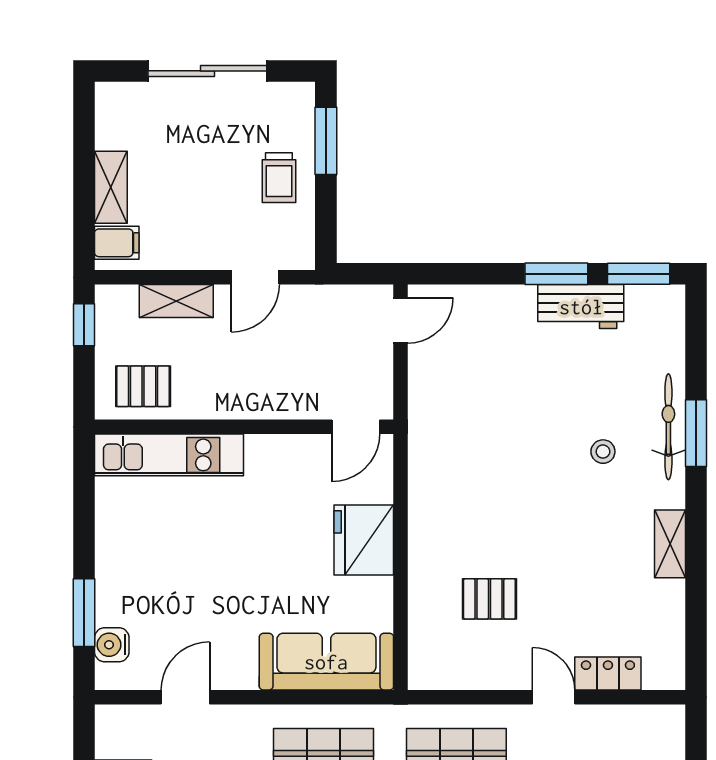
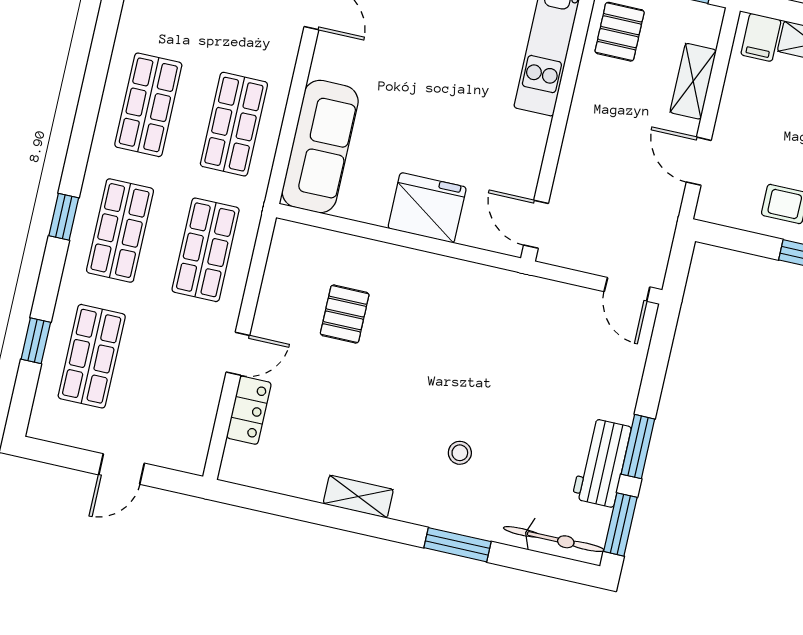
bicycle: (668, 427) -> (554, 539), moved

